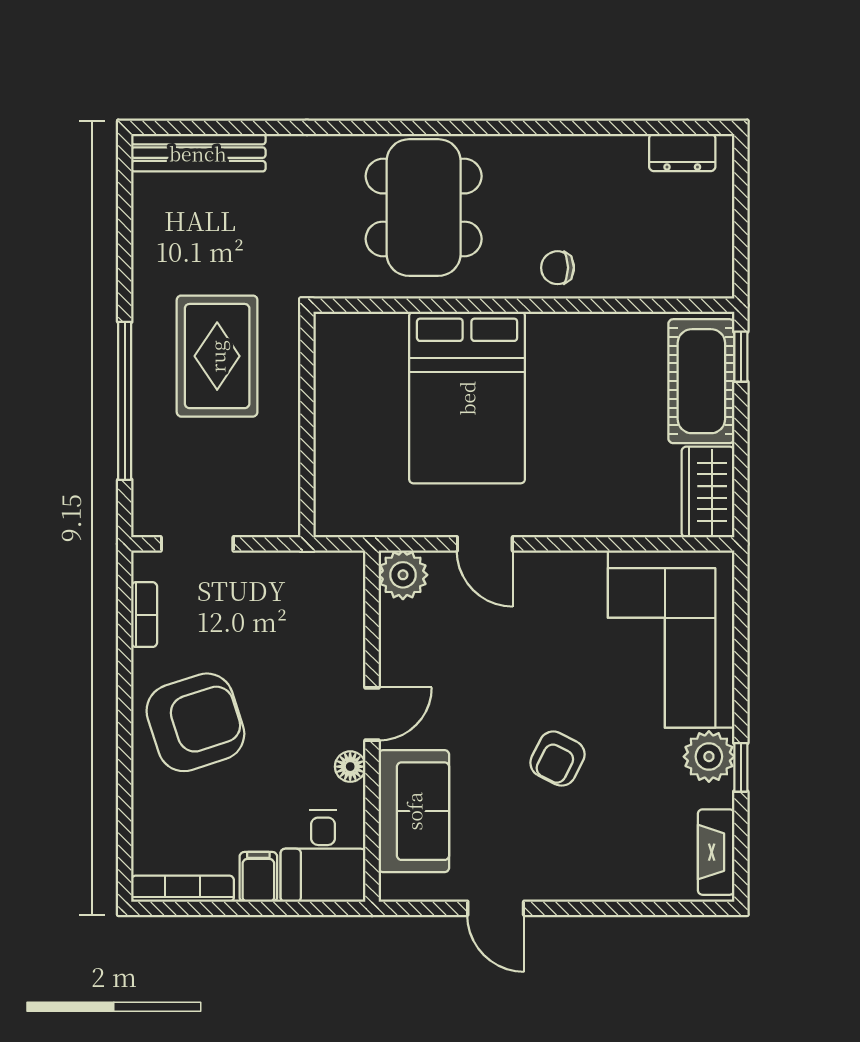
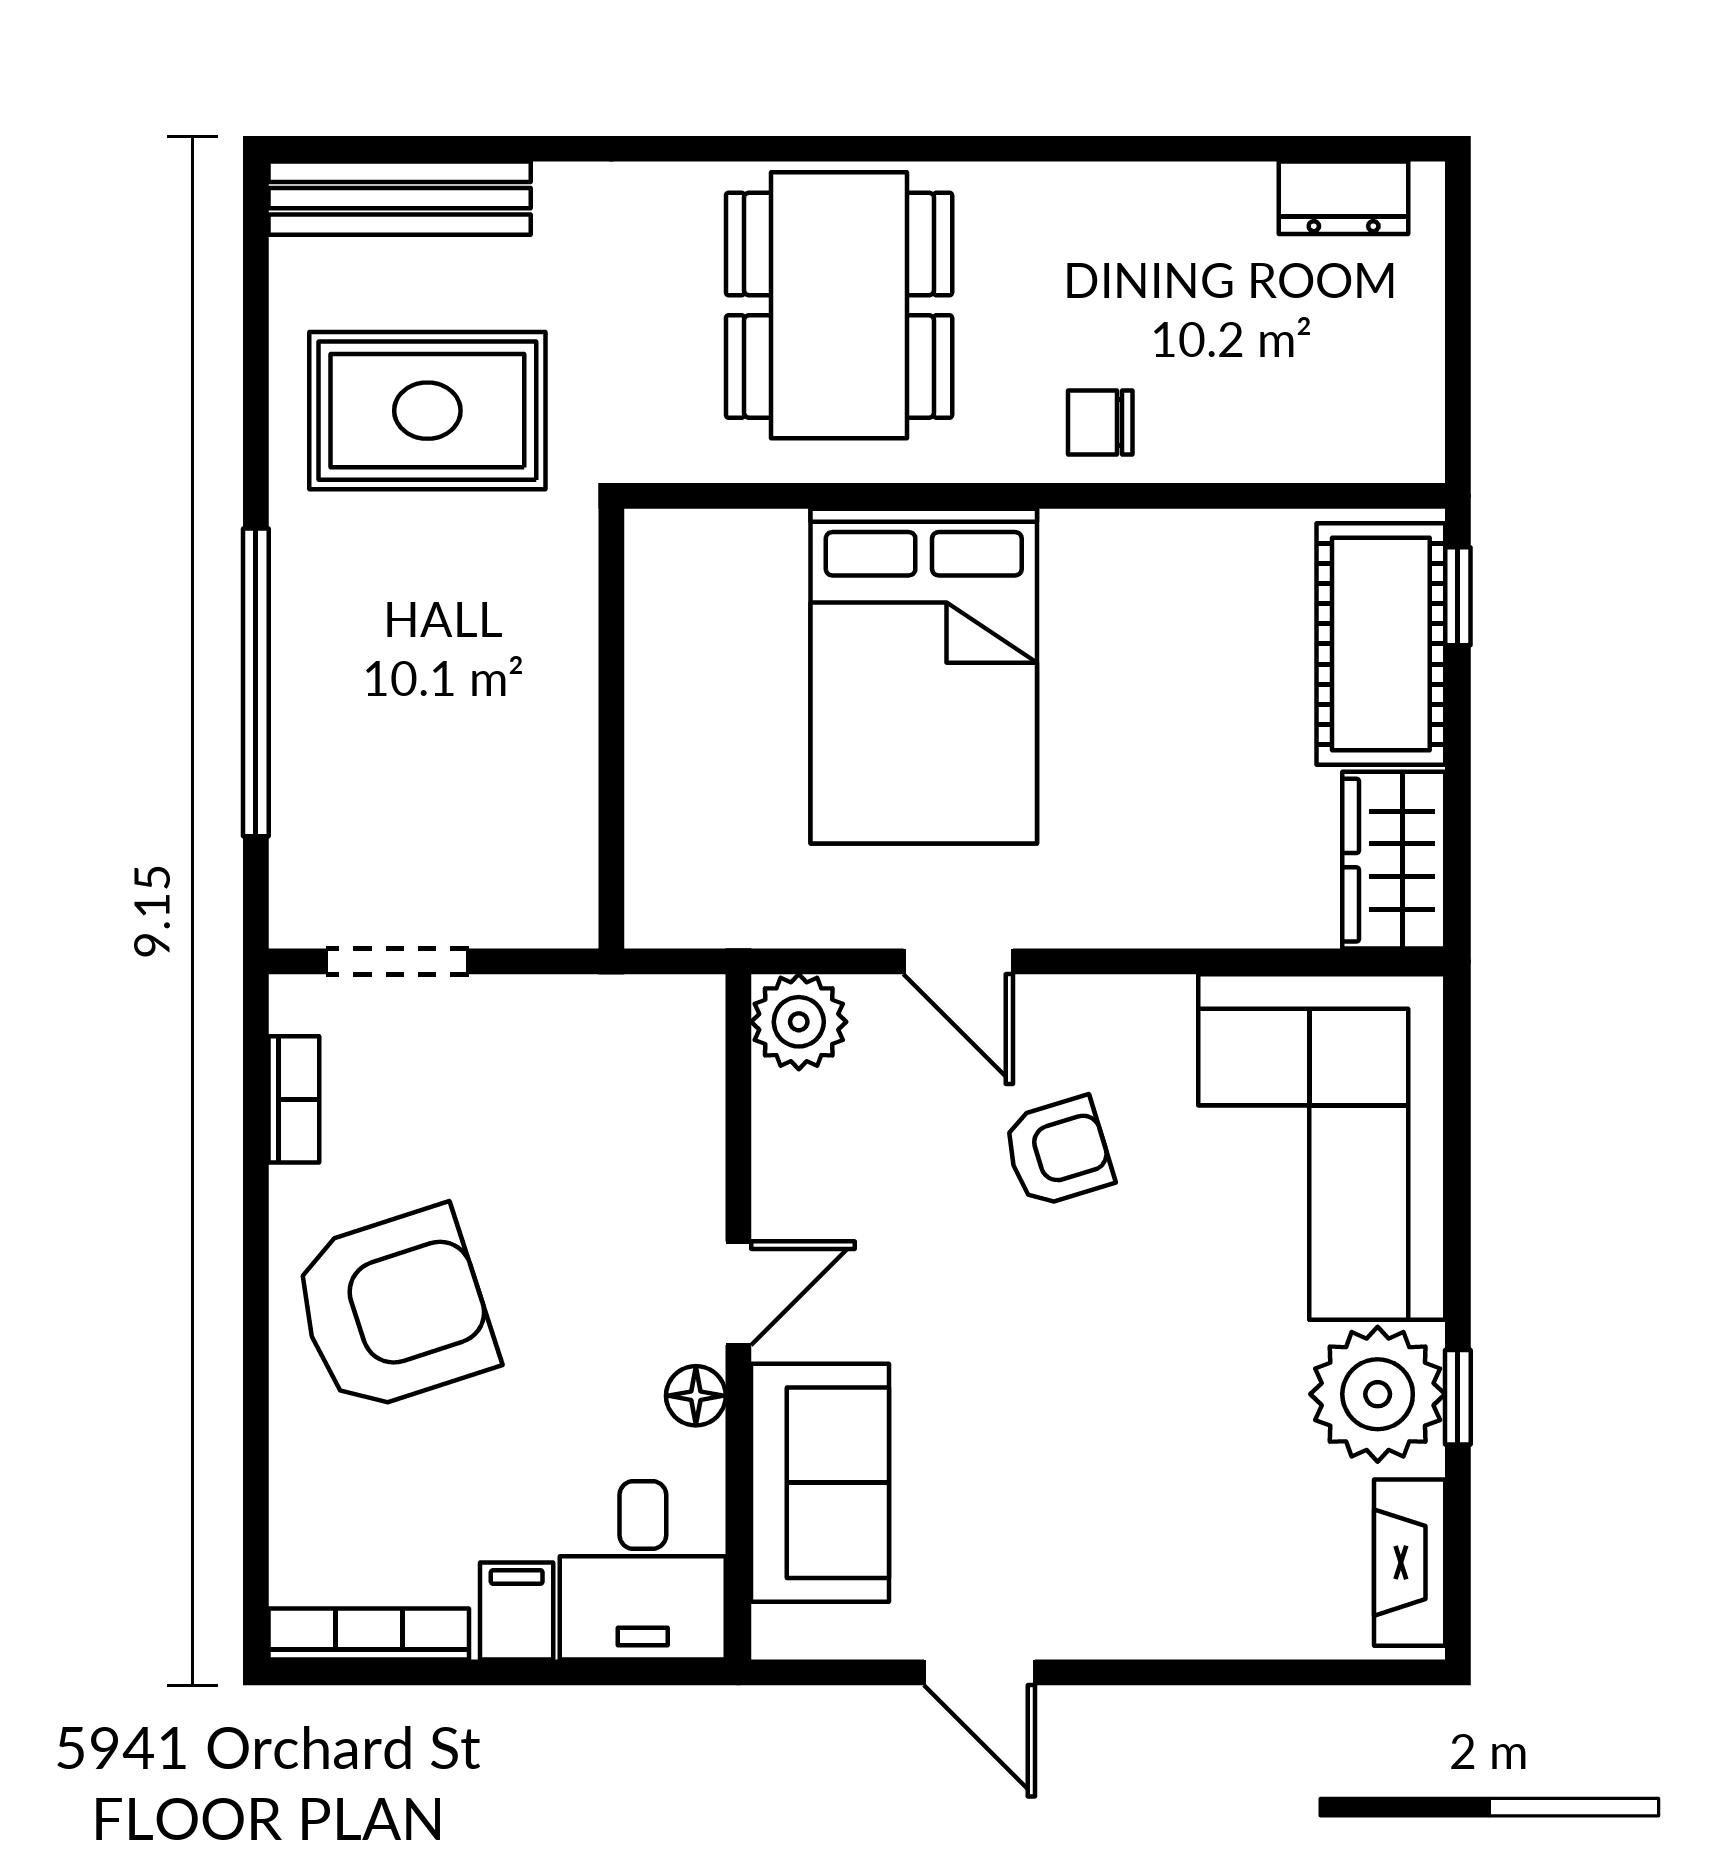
rug: (217, 356) -> (427, 411), moved, turned 90
plant: (709, 757) -> (1378, 1394), width x1.36, depth x1.36
armchair: (557, 759) -> (1058, 1152), moved, turned -134

